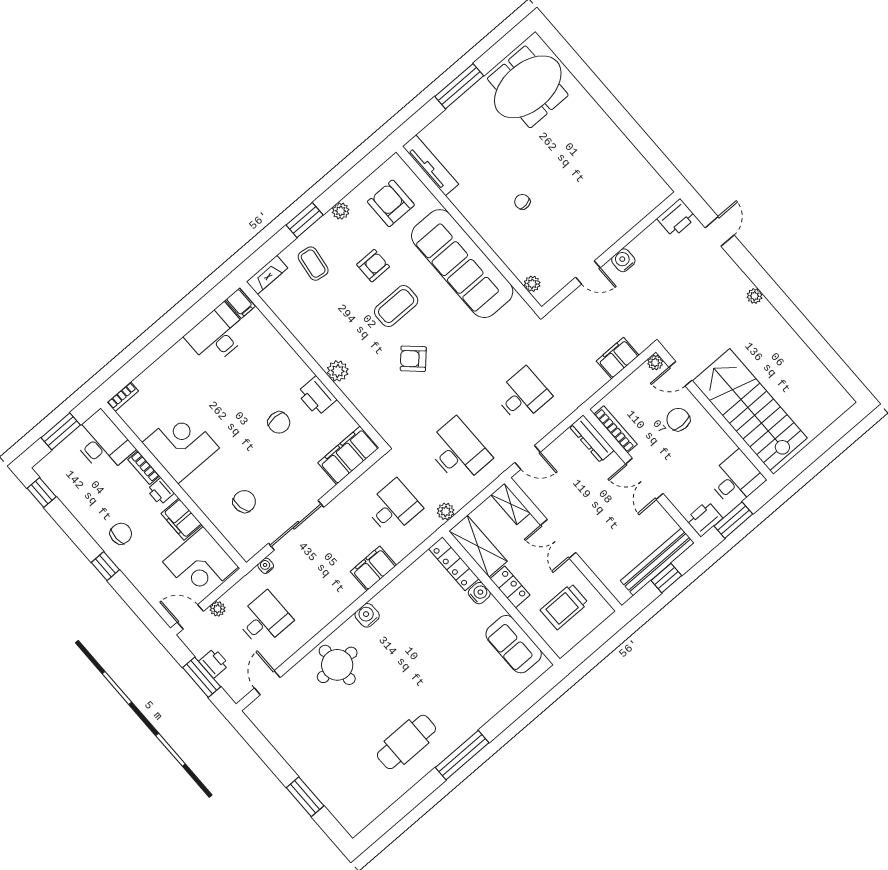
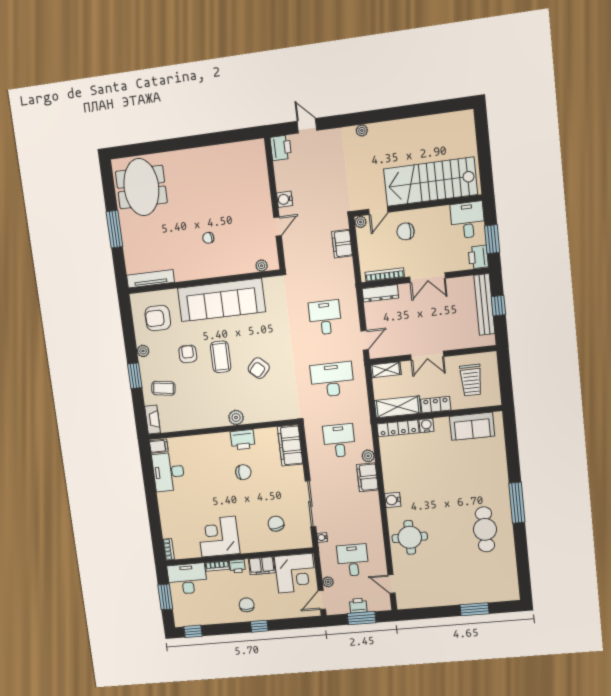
plant: (446, 511) -> (368, 456), moved

